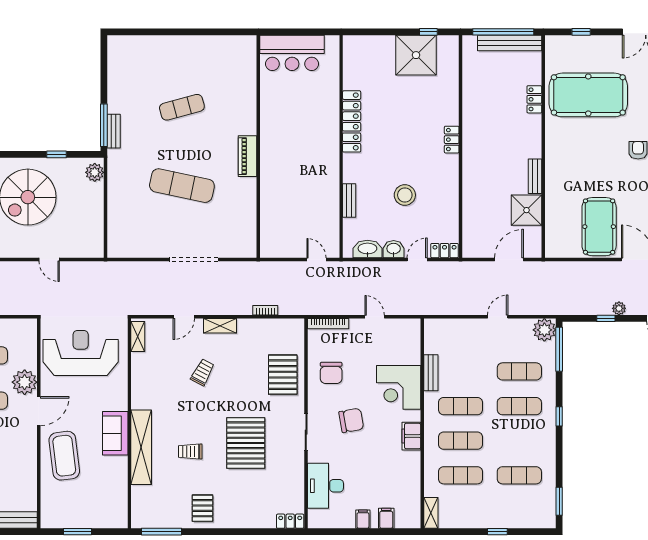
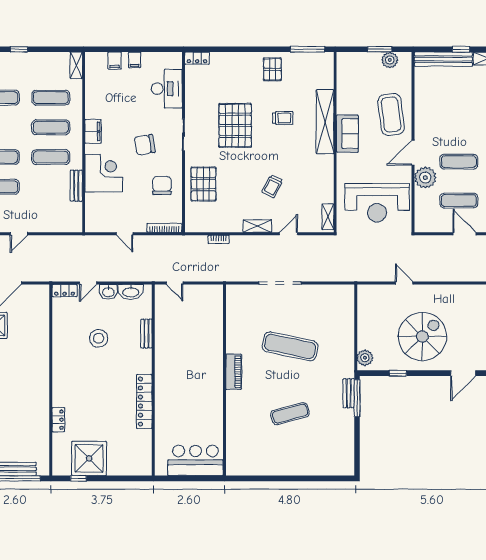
locker: (452, 140) -> (58, 420), moved
plant: (66, 519) -> (390, 60), added

